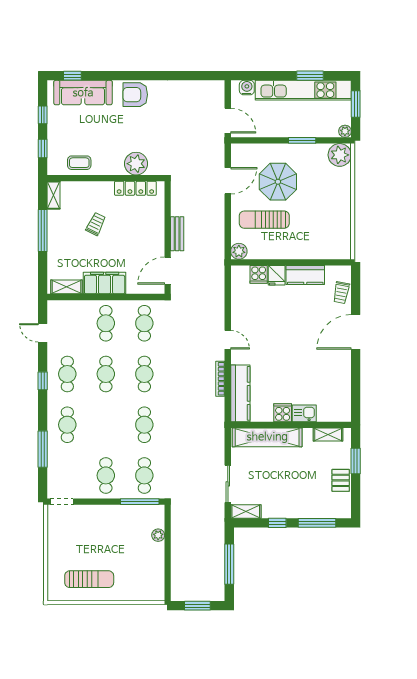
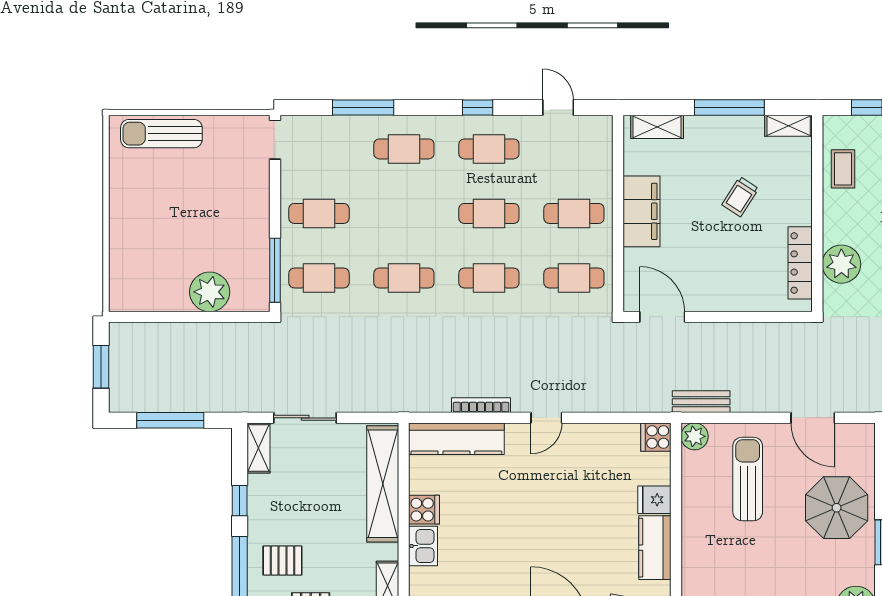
parasol: (278, 182) -> (837, 508), moved
trolley: (96, 224) -> (740, 197), turned 97
bench: (177, 234) -> (701, 402), moved
cooker: (259, 274) -> (656, 437), moved
shelving: (67, 287) -> (657, 127), moved, turned 90
door: (43, 333) -> (558, 108), hinge flipped
pallet: (313, 497) -> (282, 561), added
plant: (158, 535) -> (210, 292), width x1.87, depth x1.87
sun lounger: (89, 579) -> (161, 134), moved, turned 90

